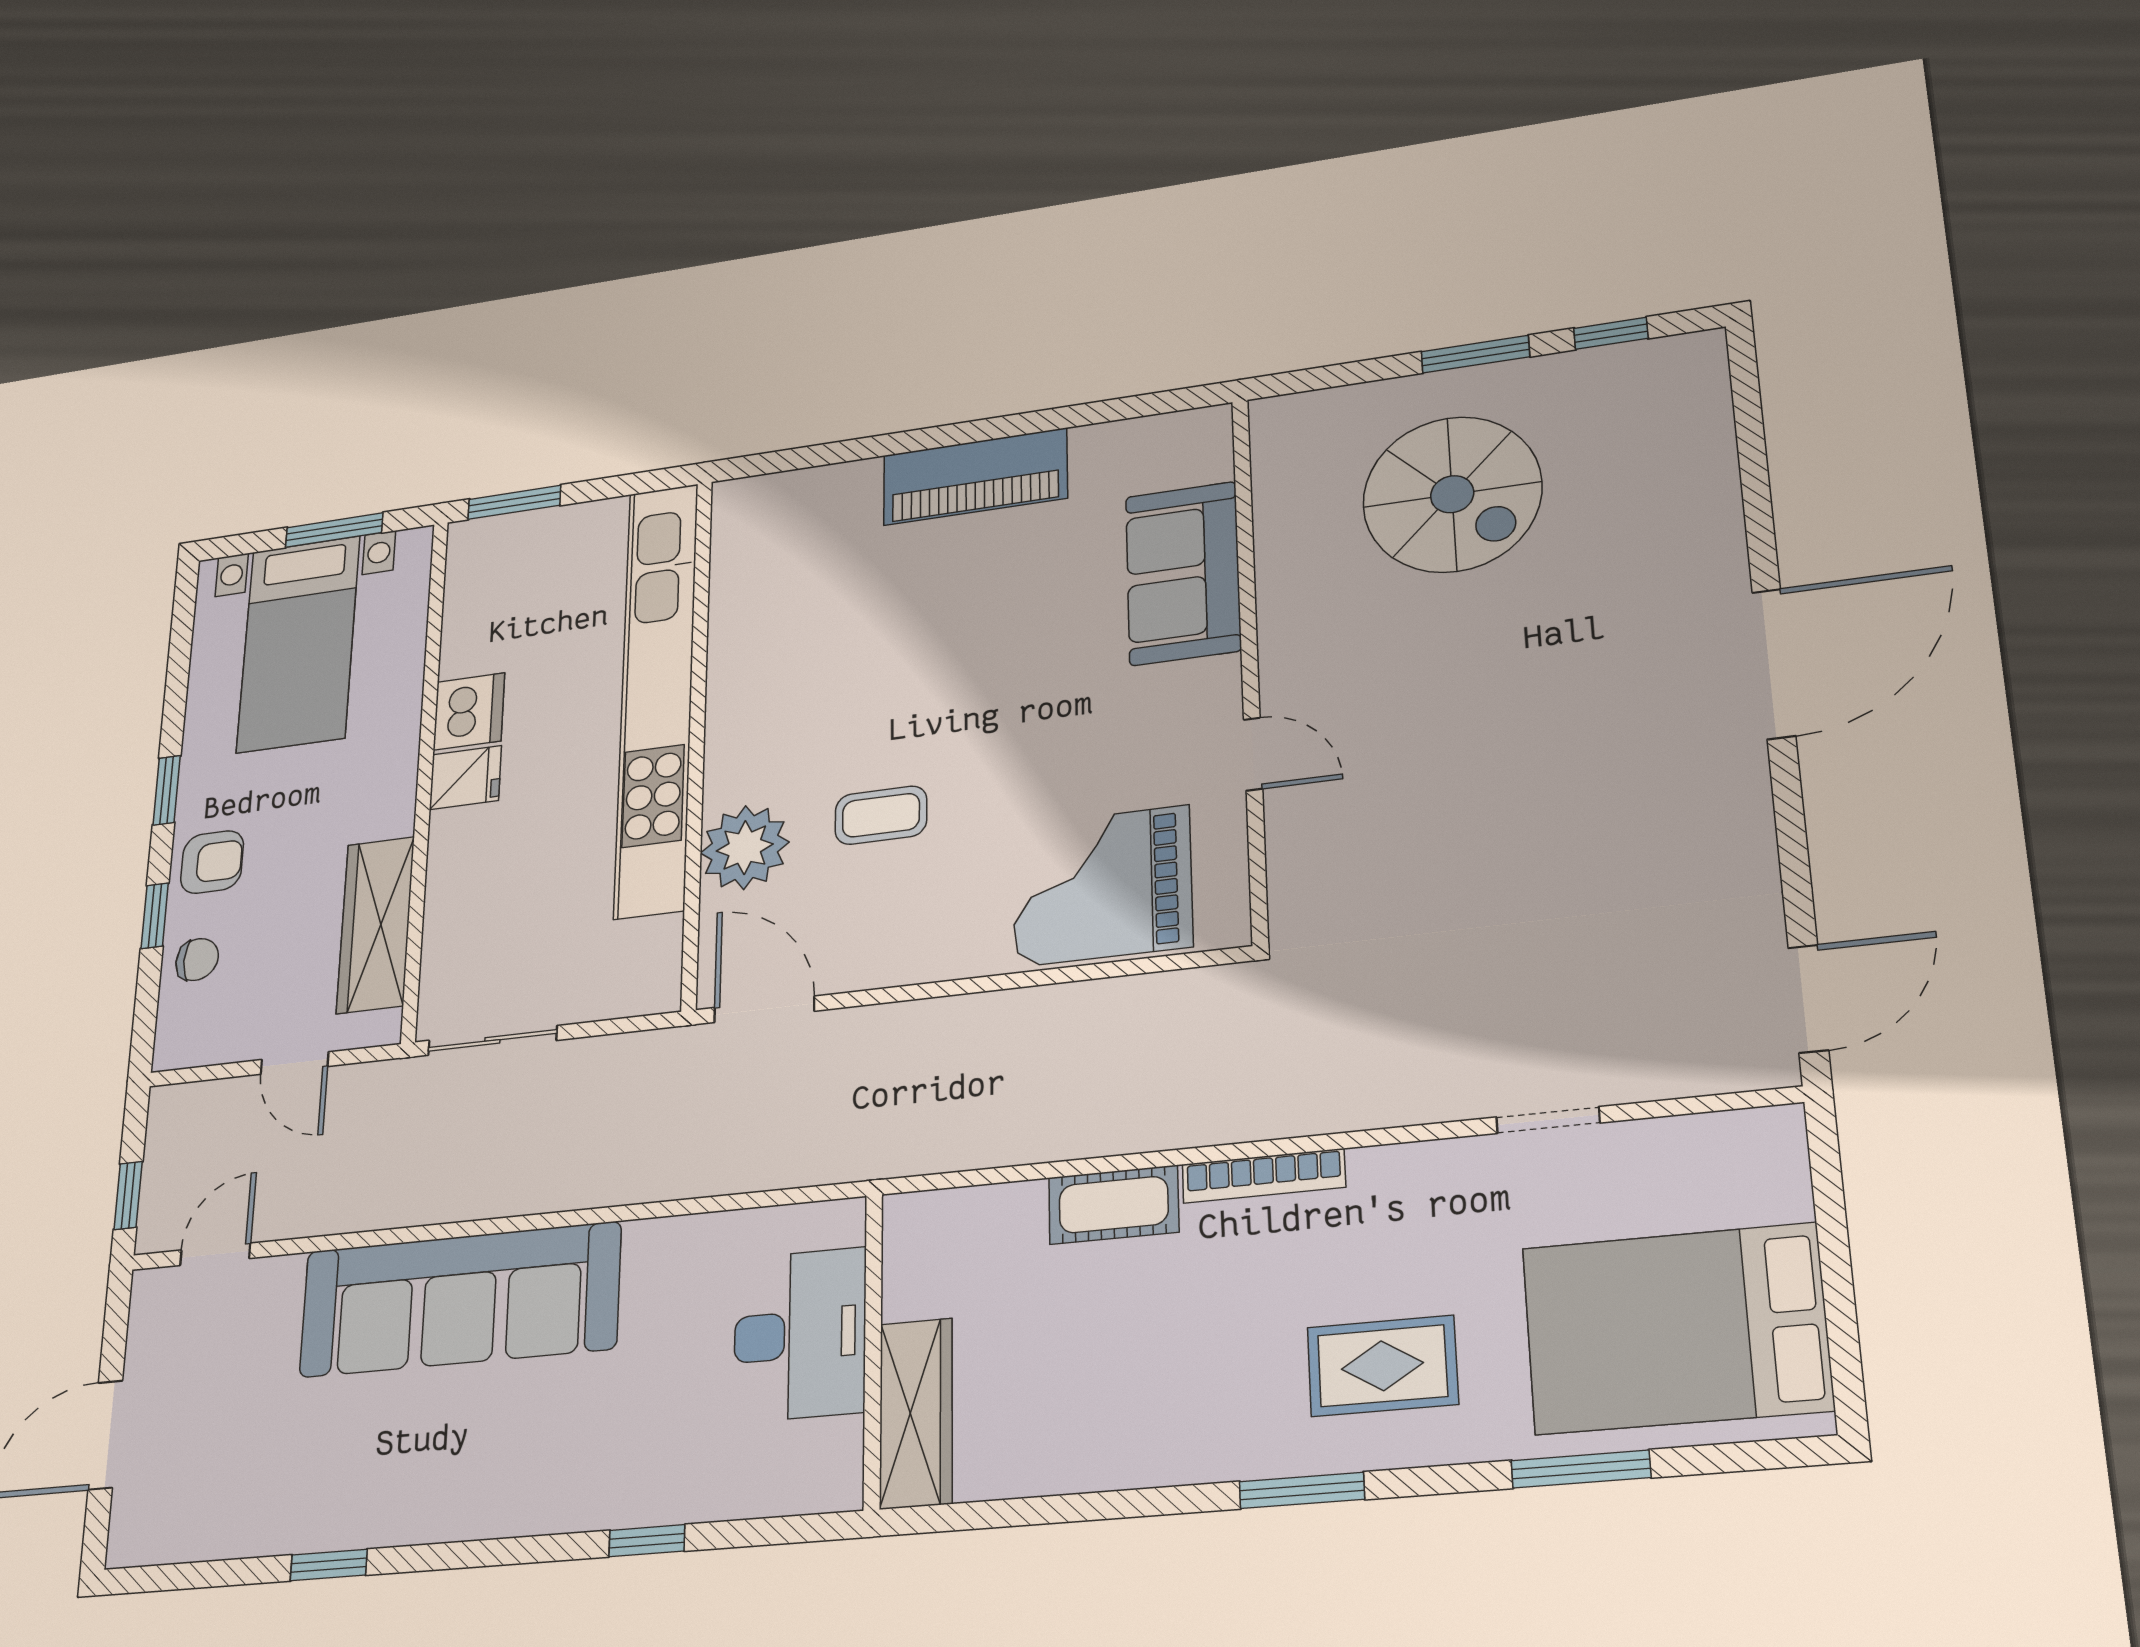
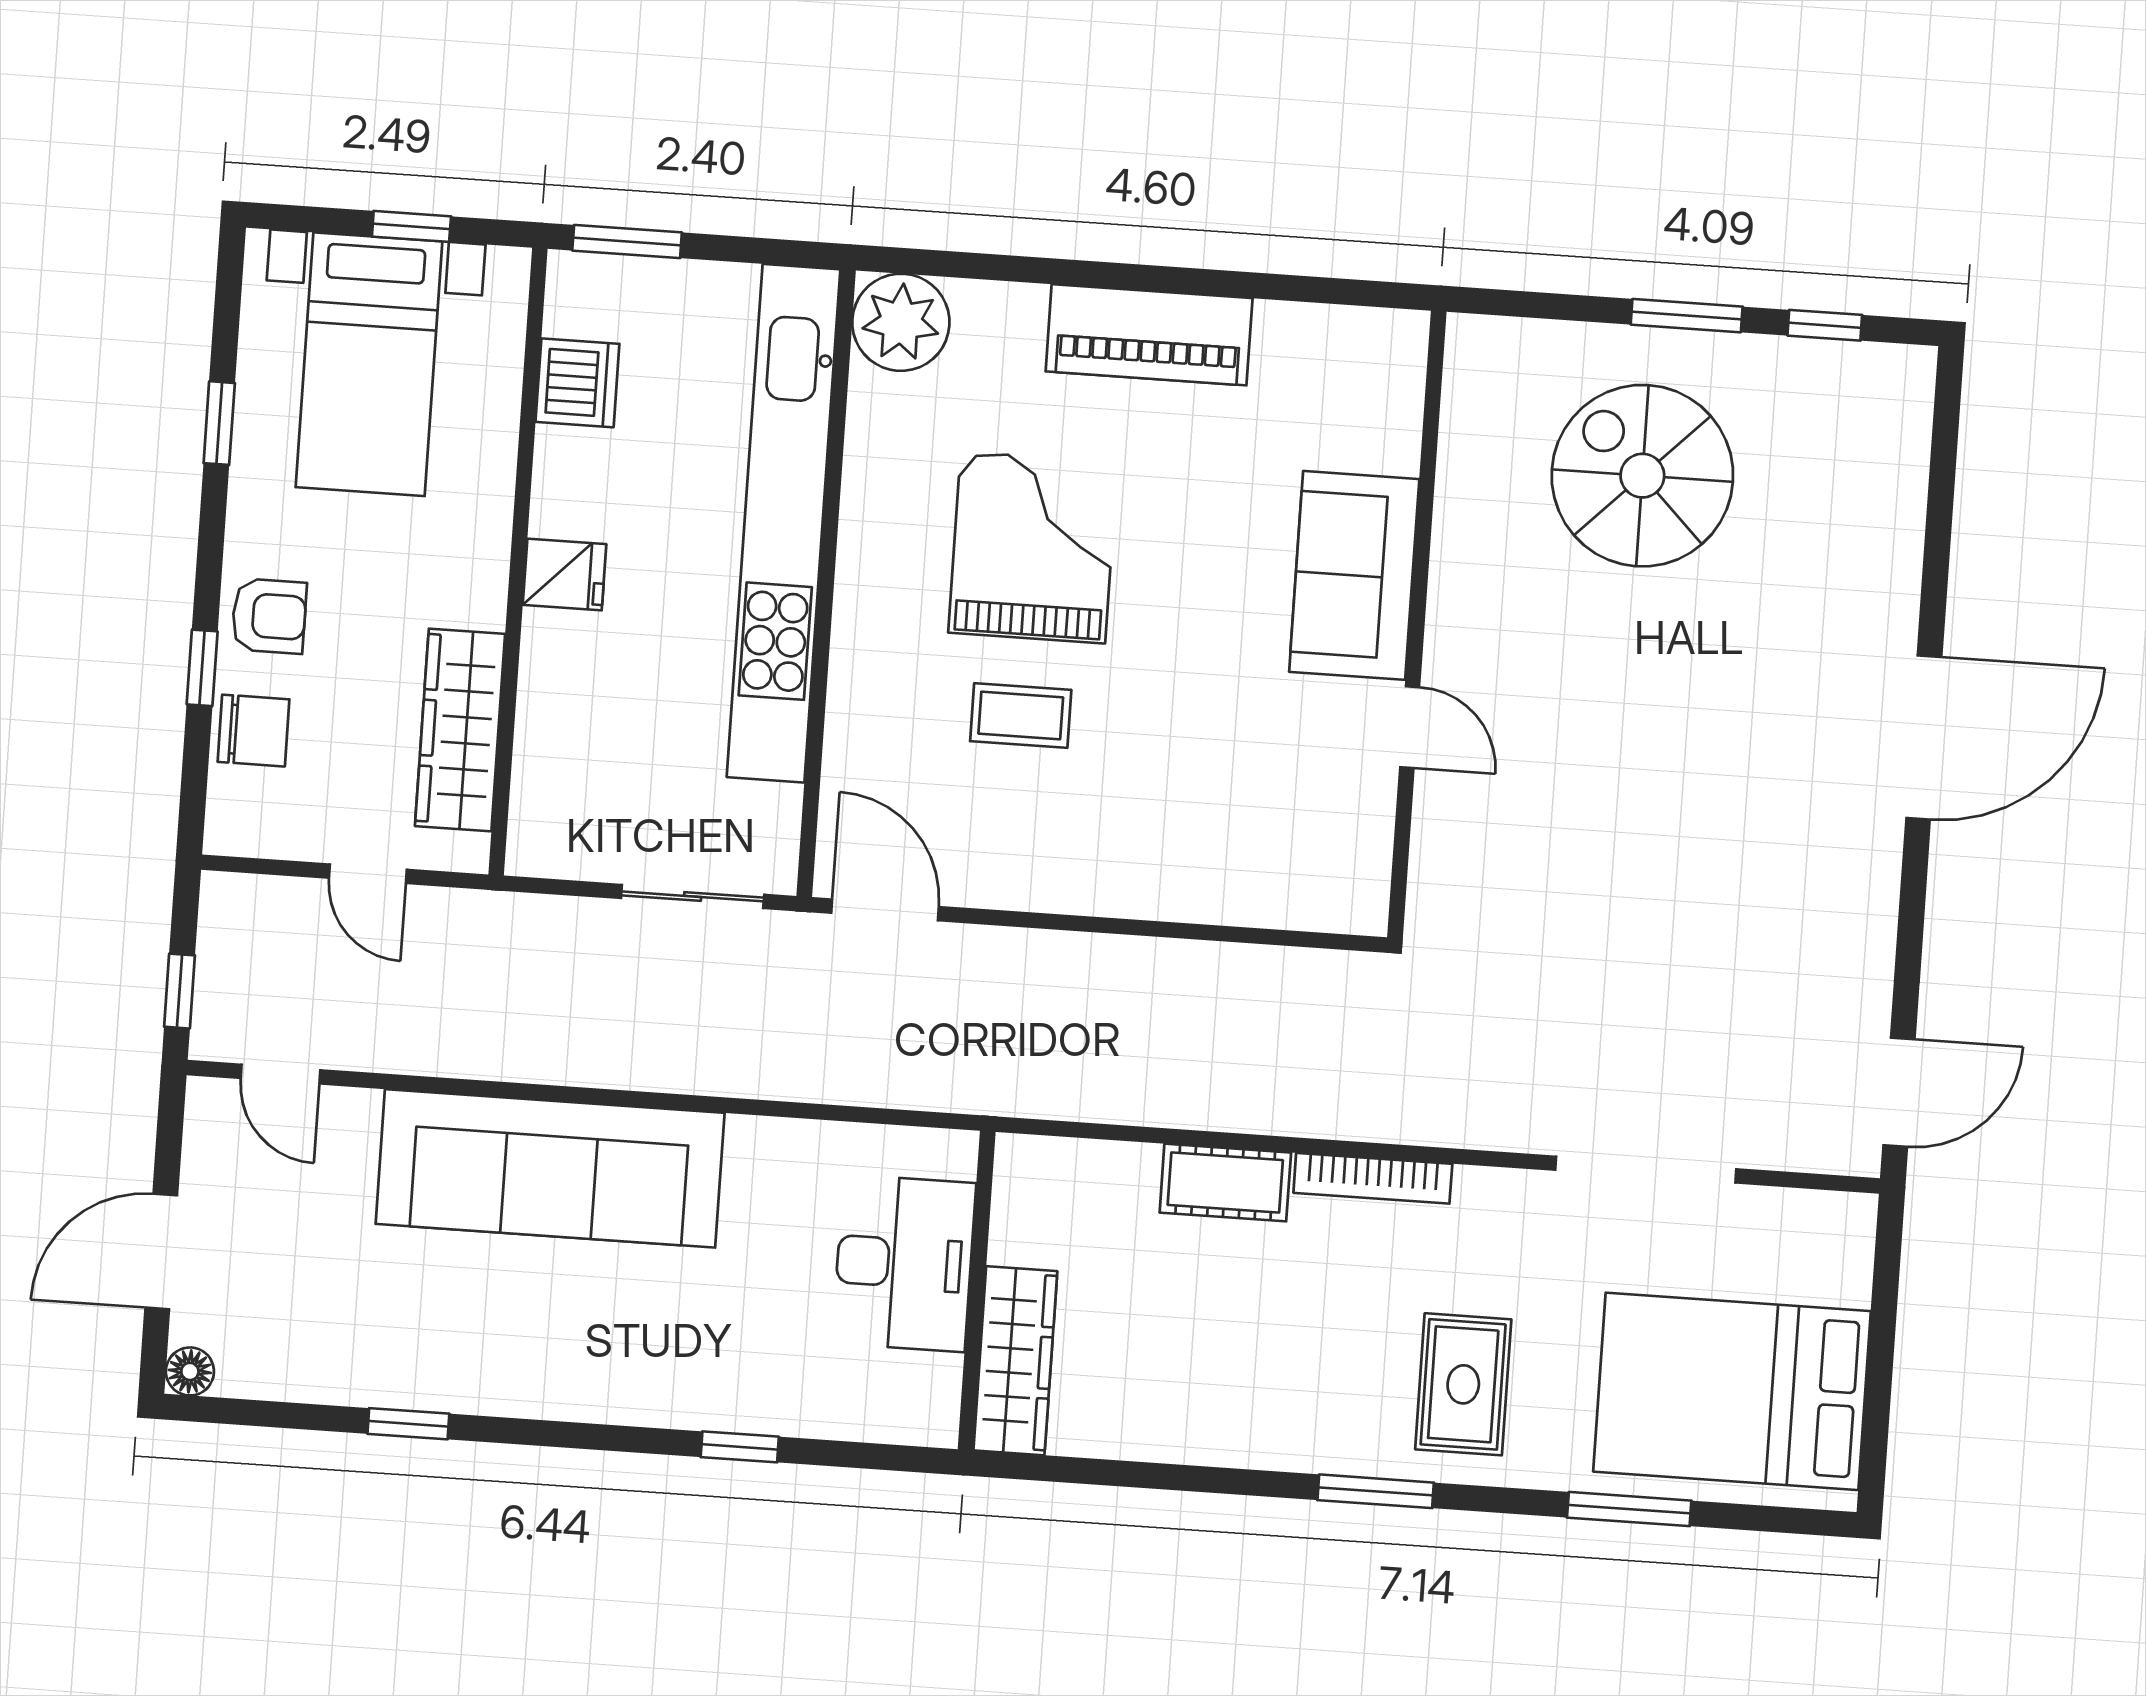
spiral stairs: (1452, 494) -> (1642, 476), turned 180
window: (334, 530) -> (411, 226), width x0.67
sofa: (1183, 573) -> (1354, 575), moved
dishwasher: (469, 712) -> (577, 383), moved
window: (167, 790) -> (219, 423), moved
plant: (745, 848) -> (901, 322), moved
grand piano: (1102, 886) -> (1033, 547), moved, turned 90
chair: (197, 959) -> (254, 731), width x1.37, depth x1.37
sliding door: (492, 1040) -> (693, 896), moved
doorway: (1548, 1120) -> (1646, 1170), width x1.88
door: (215, 1254) -> (280, 1074), swing flipped
rug: (1382, 1366) -> (1463, 1384), turned 90
floor lamp: (128, 1545) -> (190, 1371), added

